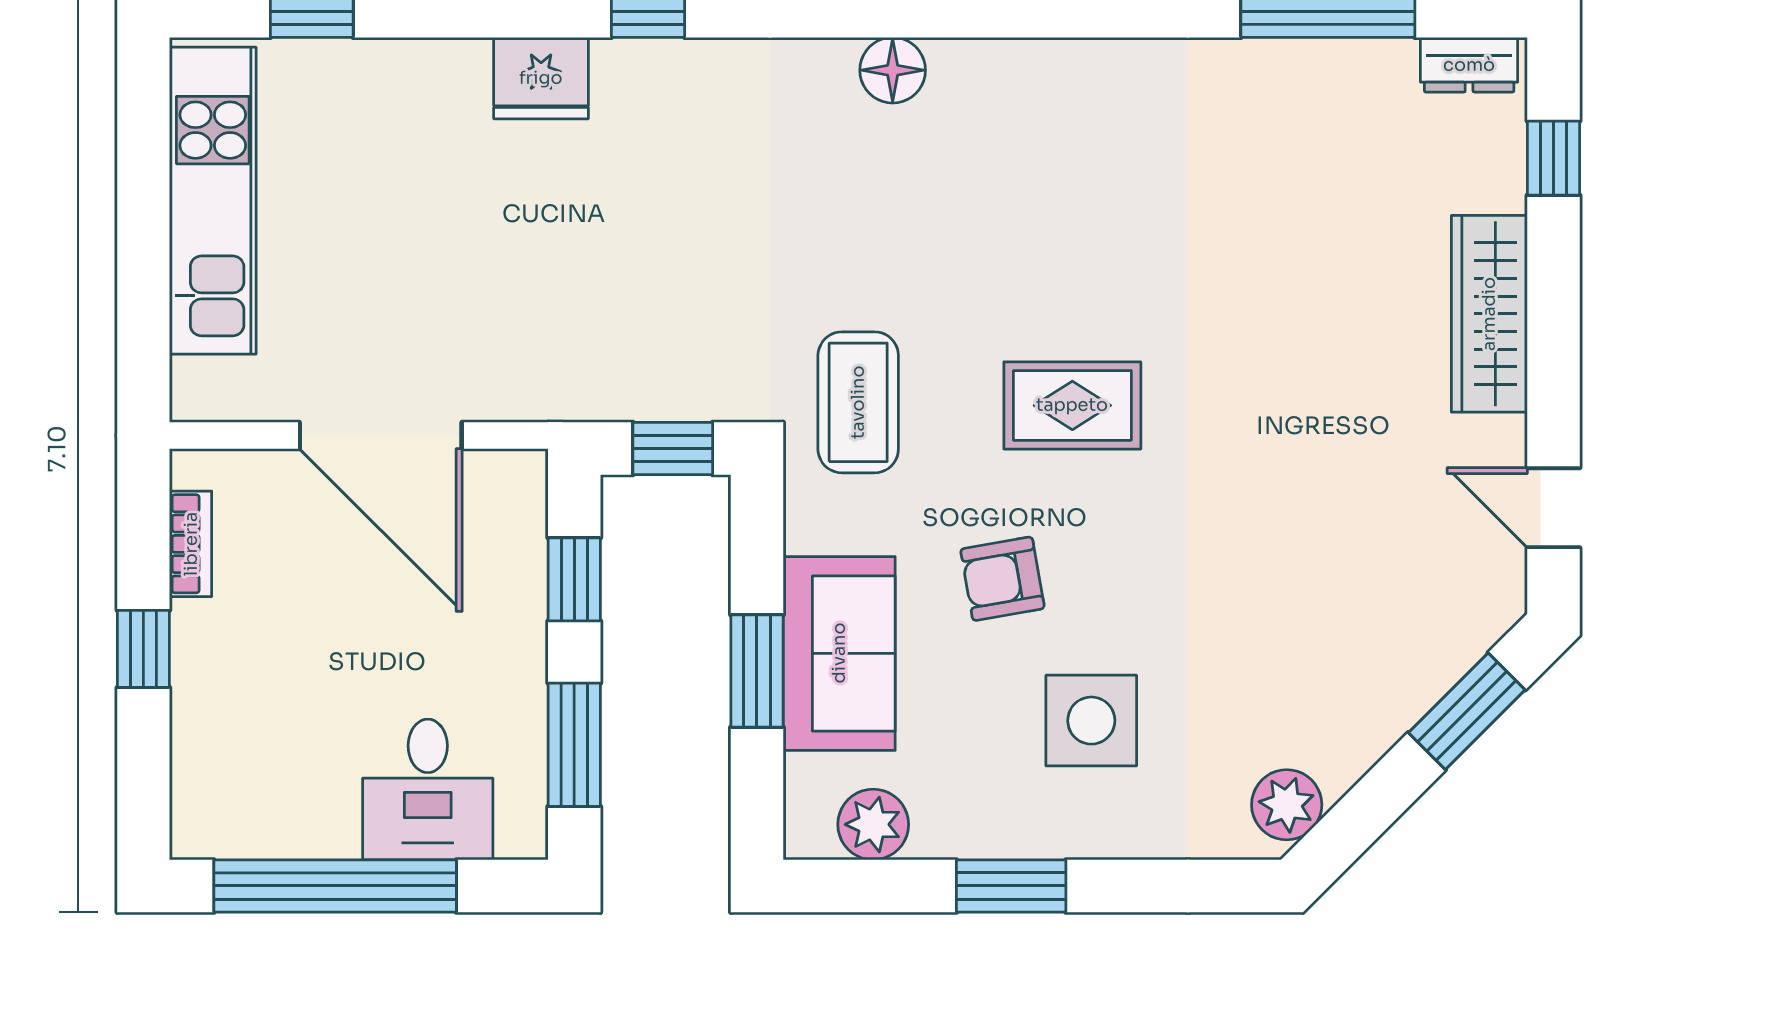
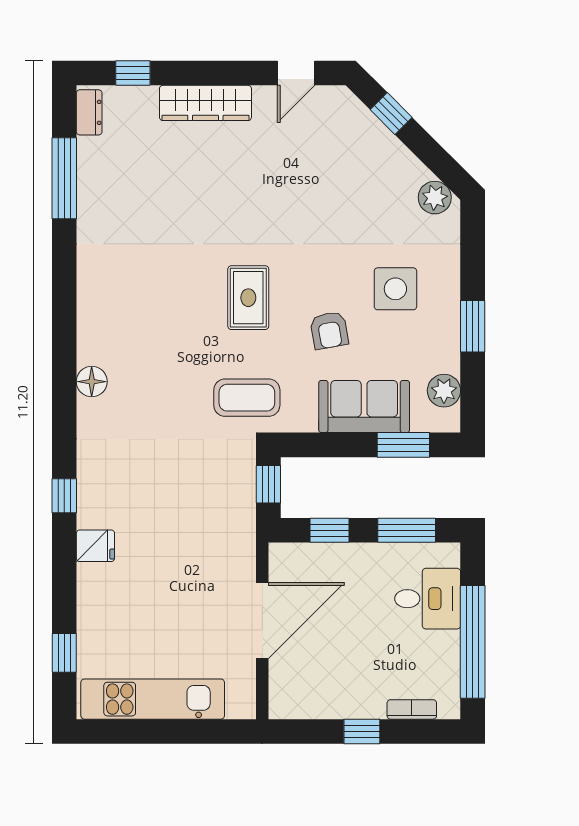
fridge: (541, 78) -> (95, 546), width x0.72
bookcase: (191, 544) -> (412, 709), moved
window: (757, 671) -> (403, 445), moved
window: (1467, 711) -> (391, 113), width x0.67

